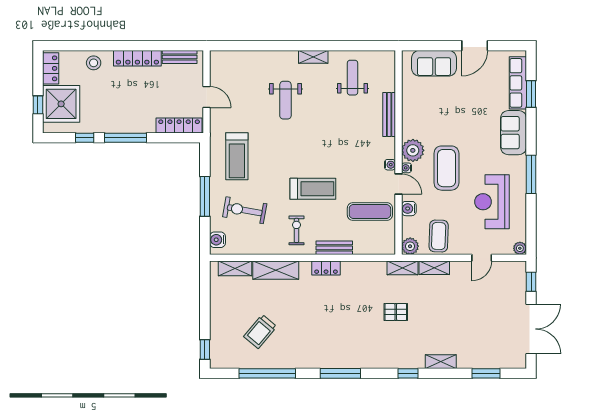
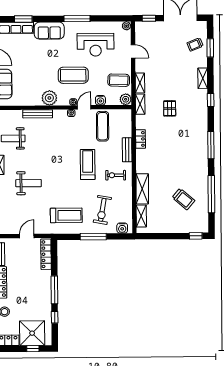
plant: (413, 150) -> (49, 98), moved
locker: (326, 268) -> (141, 139), moved
trolley: (491, 351) -> (195, 44), added

